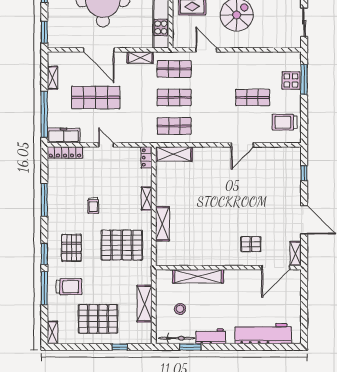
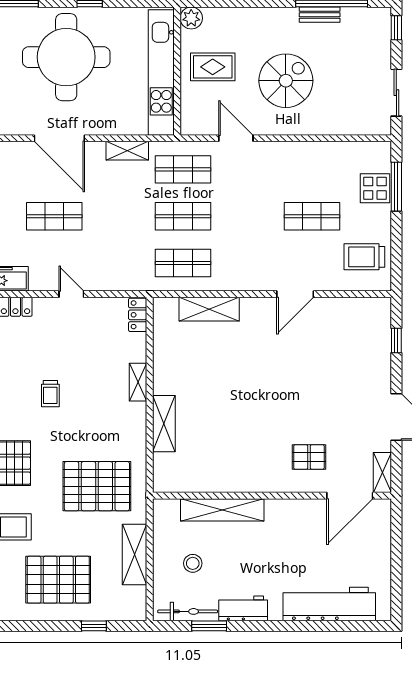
shop shelf: (96, 97) -> (54, 216), width x0.70, depth x0.74
shelving: (174, 154) -> (209, 309), moved
pallet: (122, 245) -> (97, 486), moved

